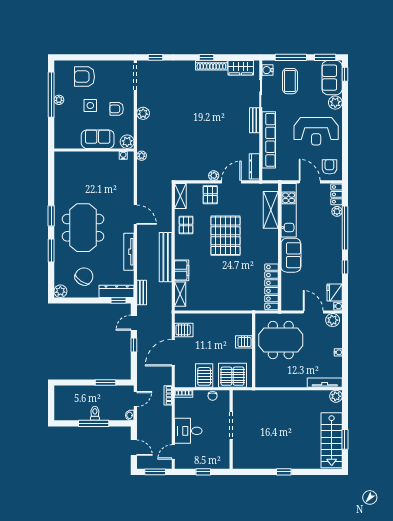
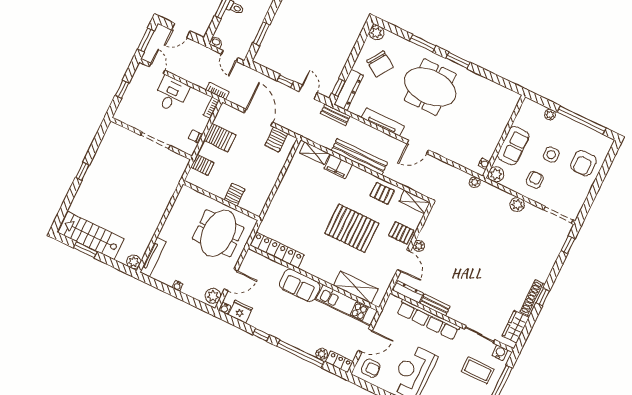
armchair: (85, 77) -> (583, 163), turned 180
plant: (59, 100) -> (550, 115), moved
bench: (254, 120) -> (435, 305), moved
server rack: (232, 375) -> (202, 165), width x0.46, depth x0.70

